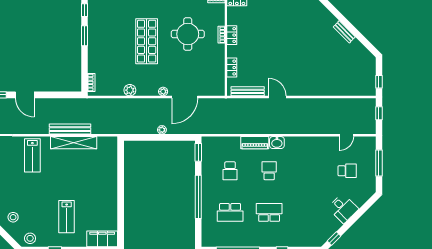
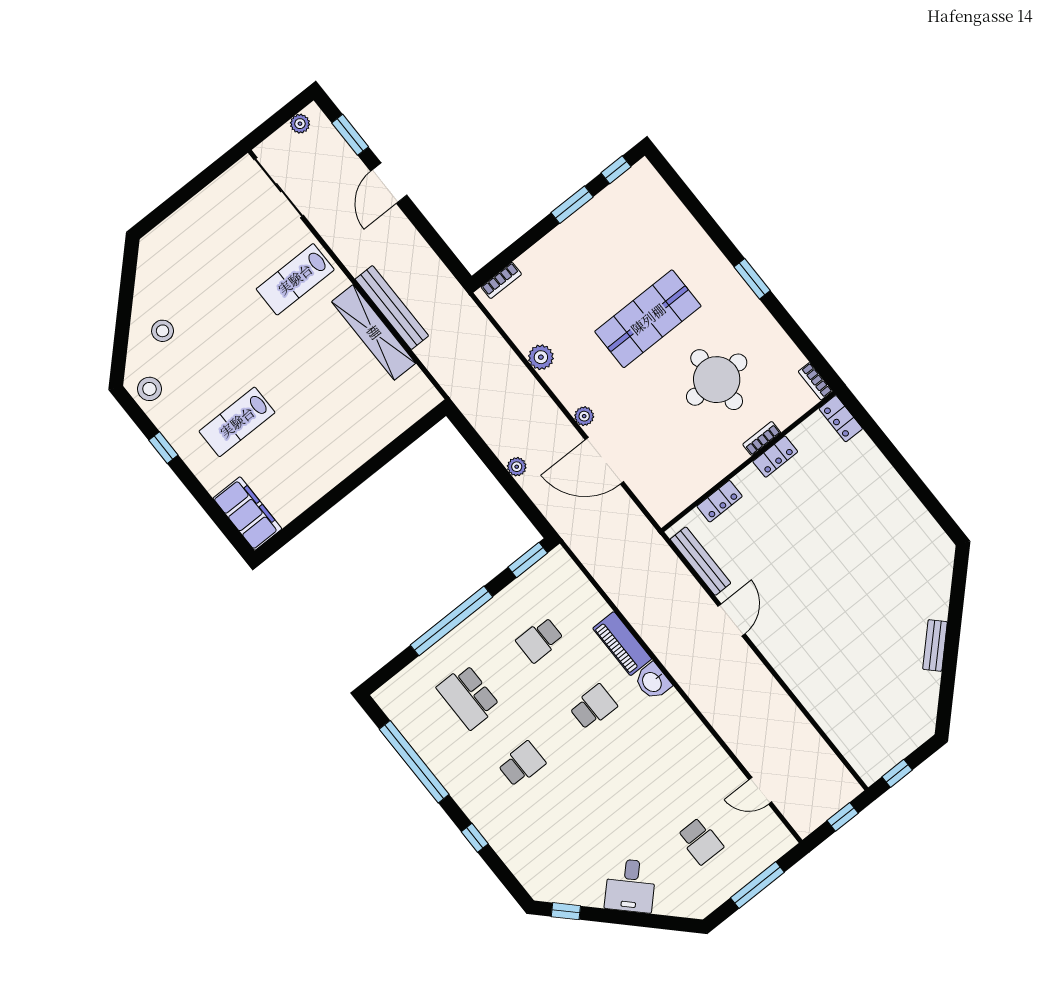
school desk: (269, 212) -> (522, 764), width x0.54

